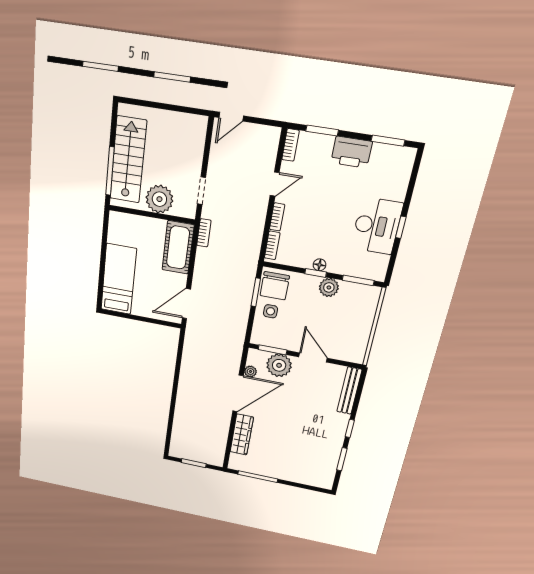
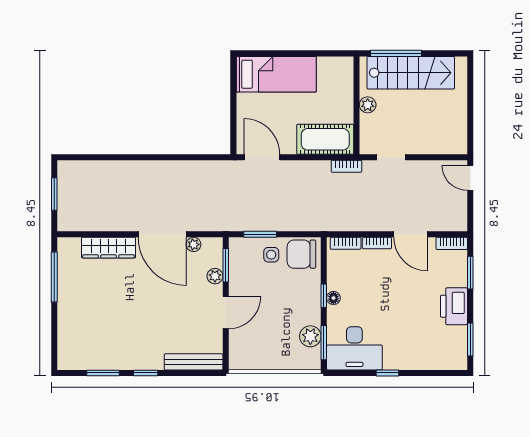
door: (275, 184) -> (410, 234), width x1.38
plant: (159, 199) -> (368, 105), width x0.53, depth x0.53
desk: (377, 226) -> (354, 348), moved
plant: (329, 287) -> (310, 336), moved
window: (256, 292) -> (260, 234), moved
plant: (279, 365) -> (215, 276), width x0.53, depth x0.53

